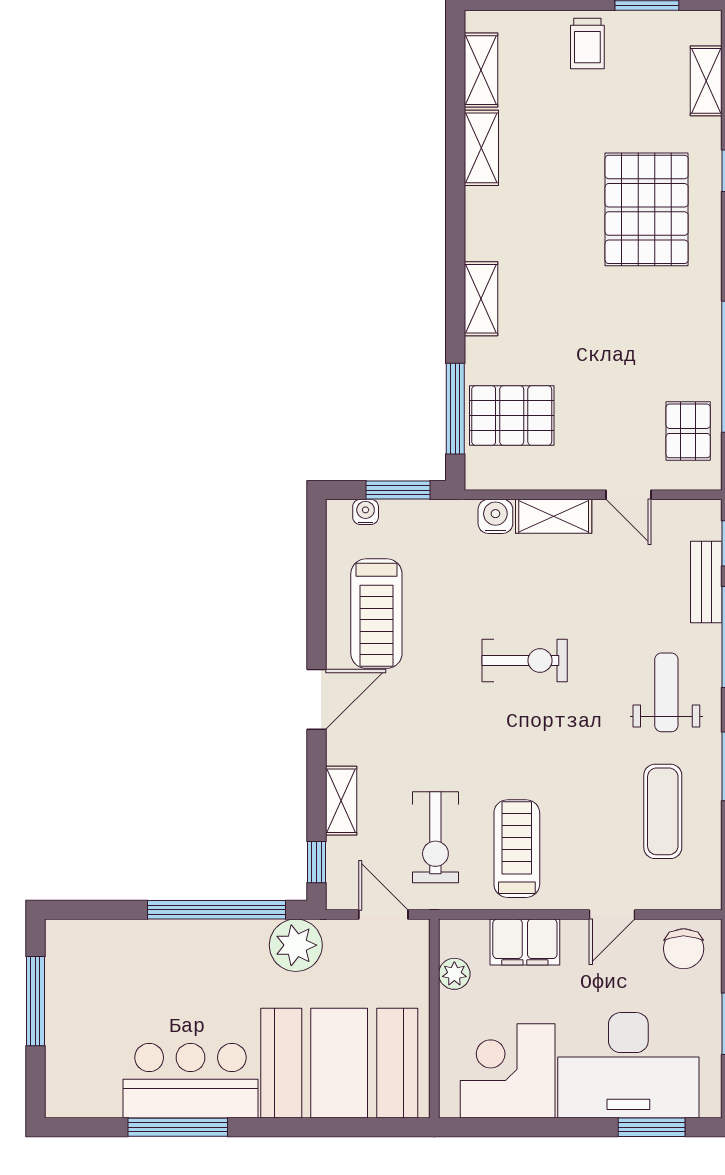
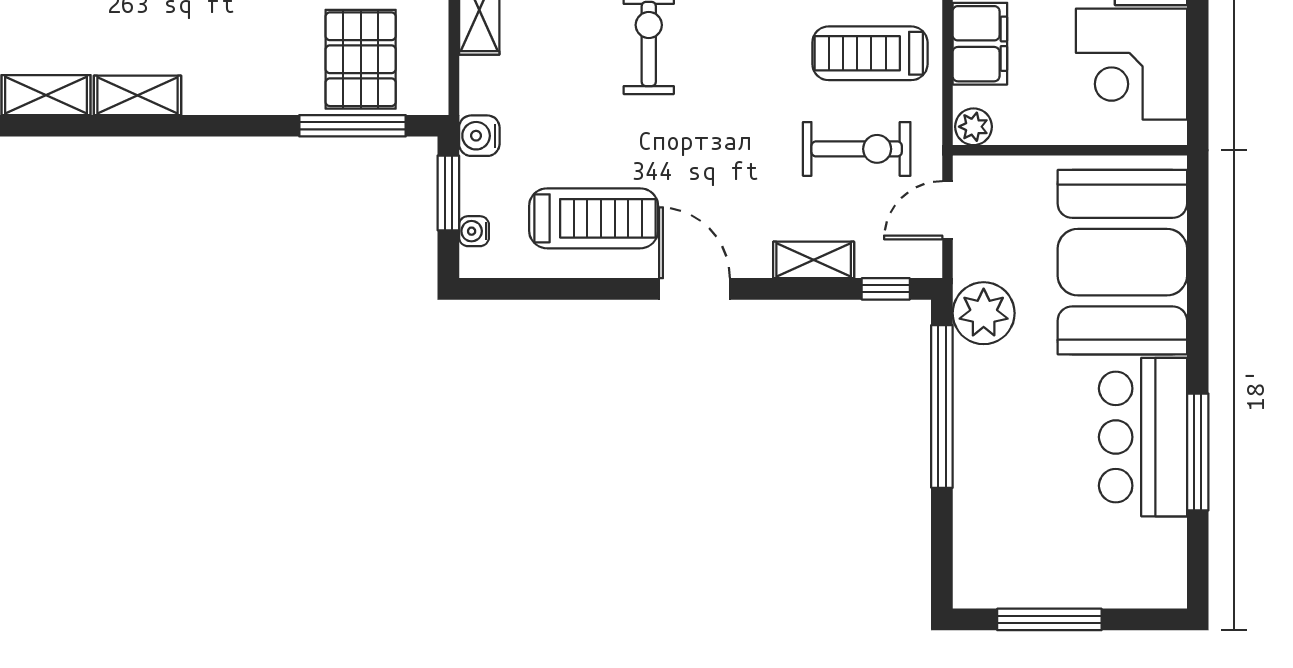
shelving: (481, 299) -> (138, 95), moved
water cooler: (495, 516) -> (479, 136), moved
plant: (454, 974) -> (974, 127), moved

